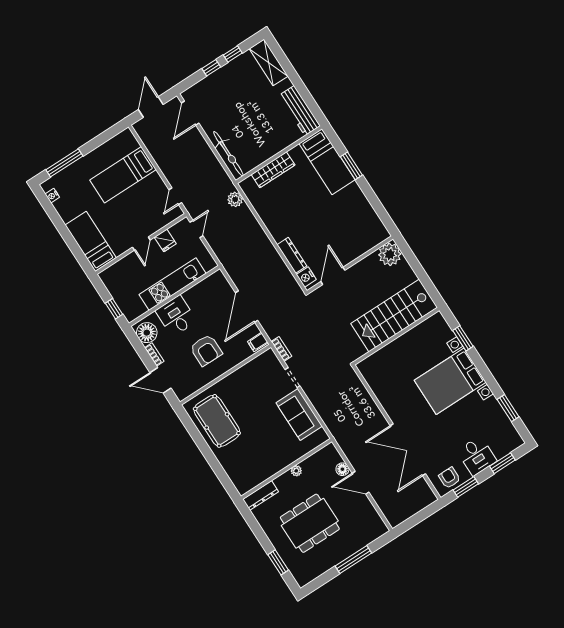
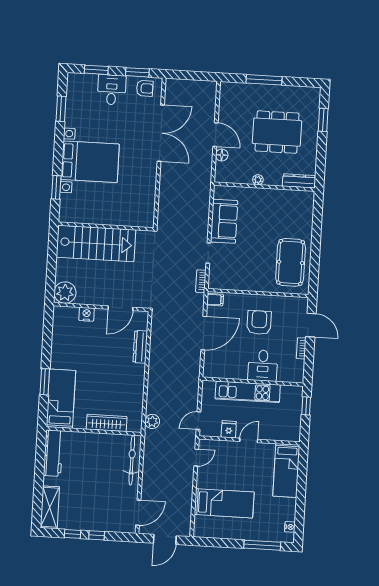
nightstand: (306, 277) -> (87, 314), moved, turned -90
floor lamp: (147, 333) -> (295, 369), removed
armchair: (449, 478) -> (145, 88), turned -90

